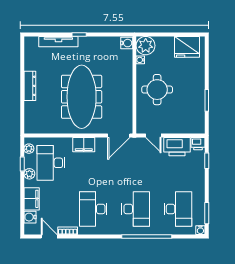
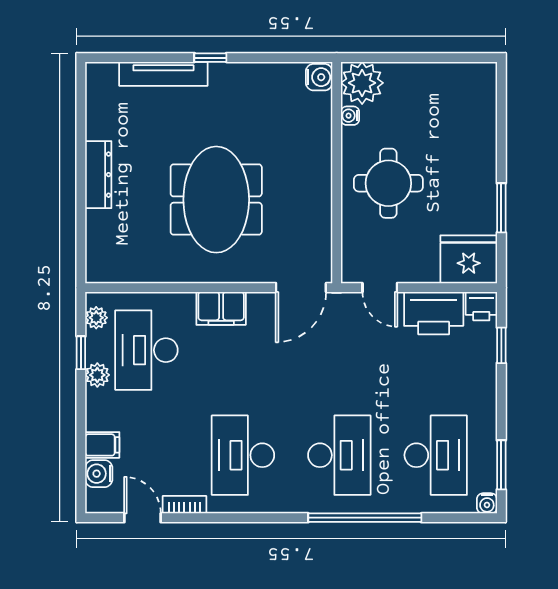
fridge: (187, 47) -> (469, 259), moved, turned 180
meeting table: (82, 97) -> (216, 200), width x0.73
filing cabinet: (32, 199) -> (102, 445), width x0.50

